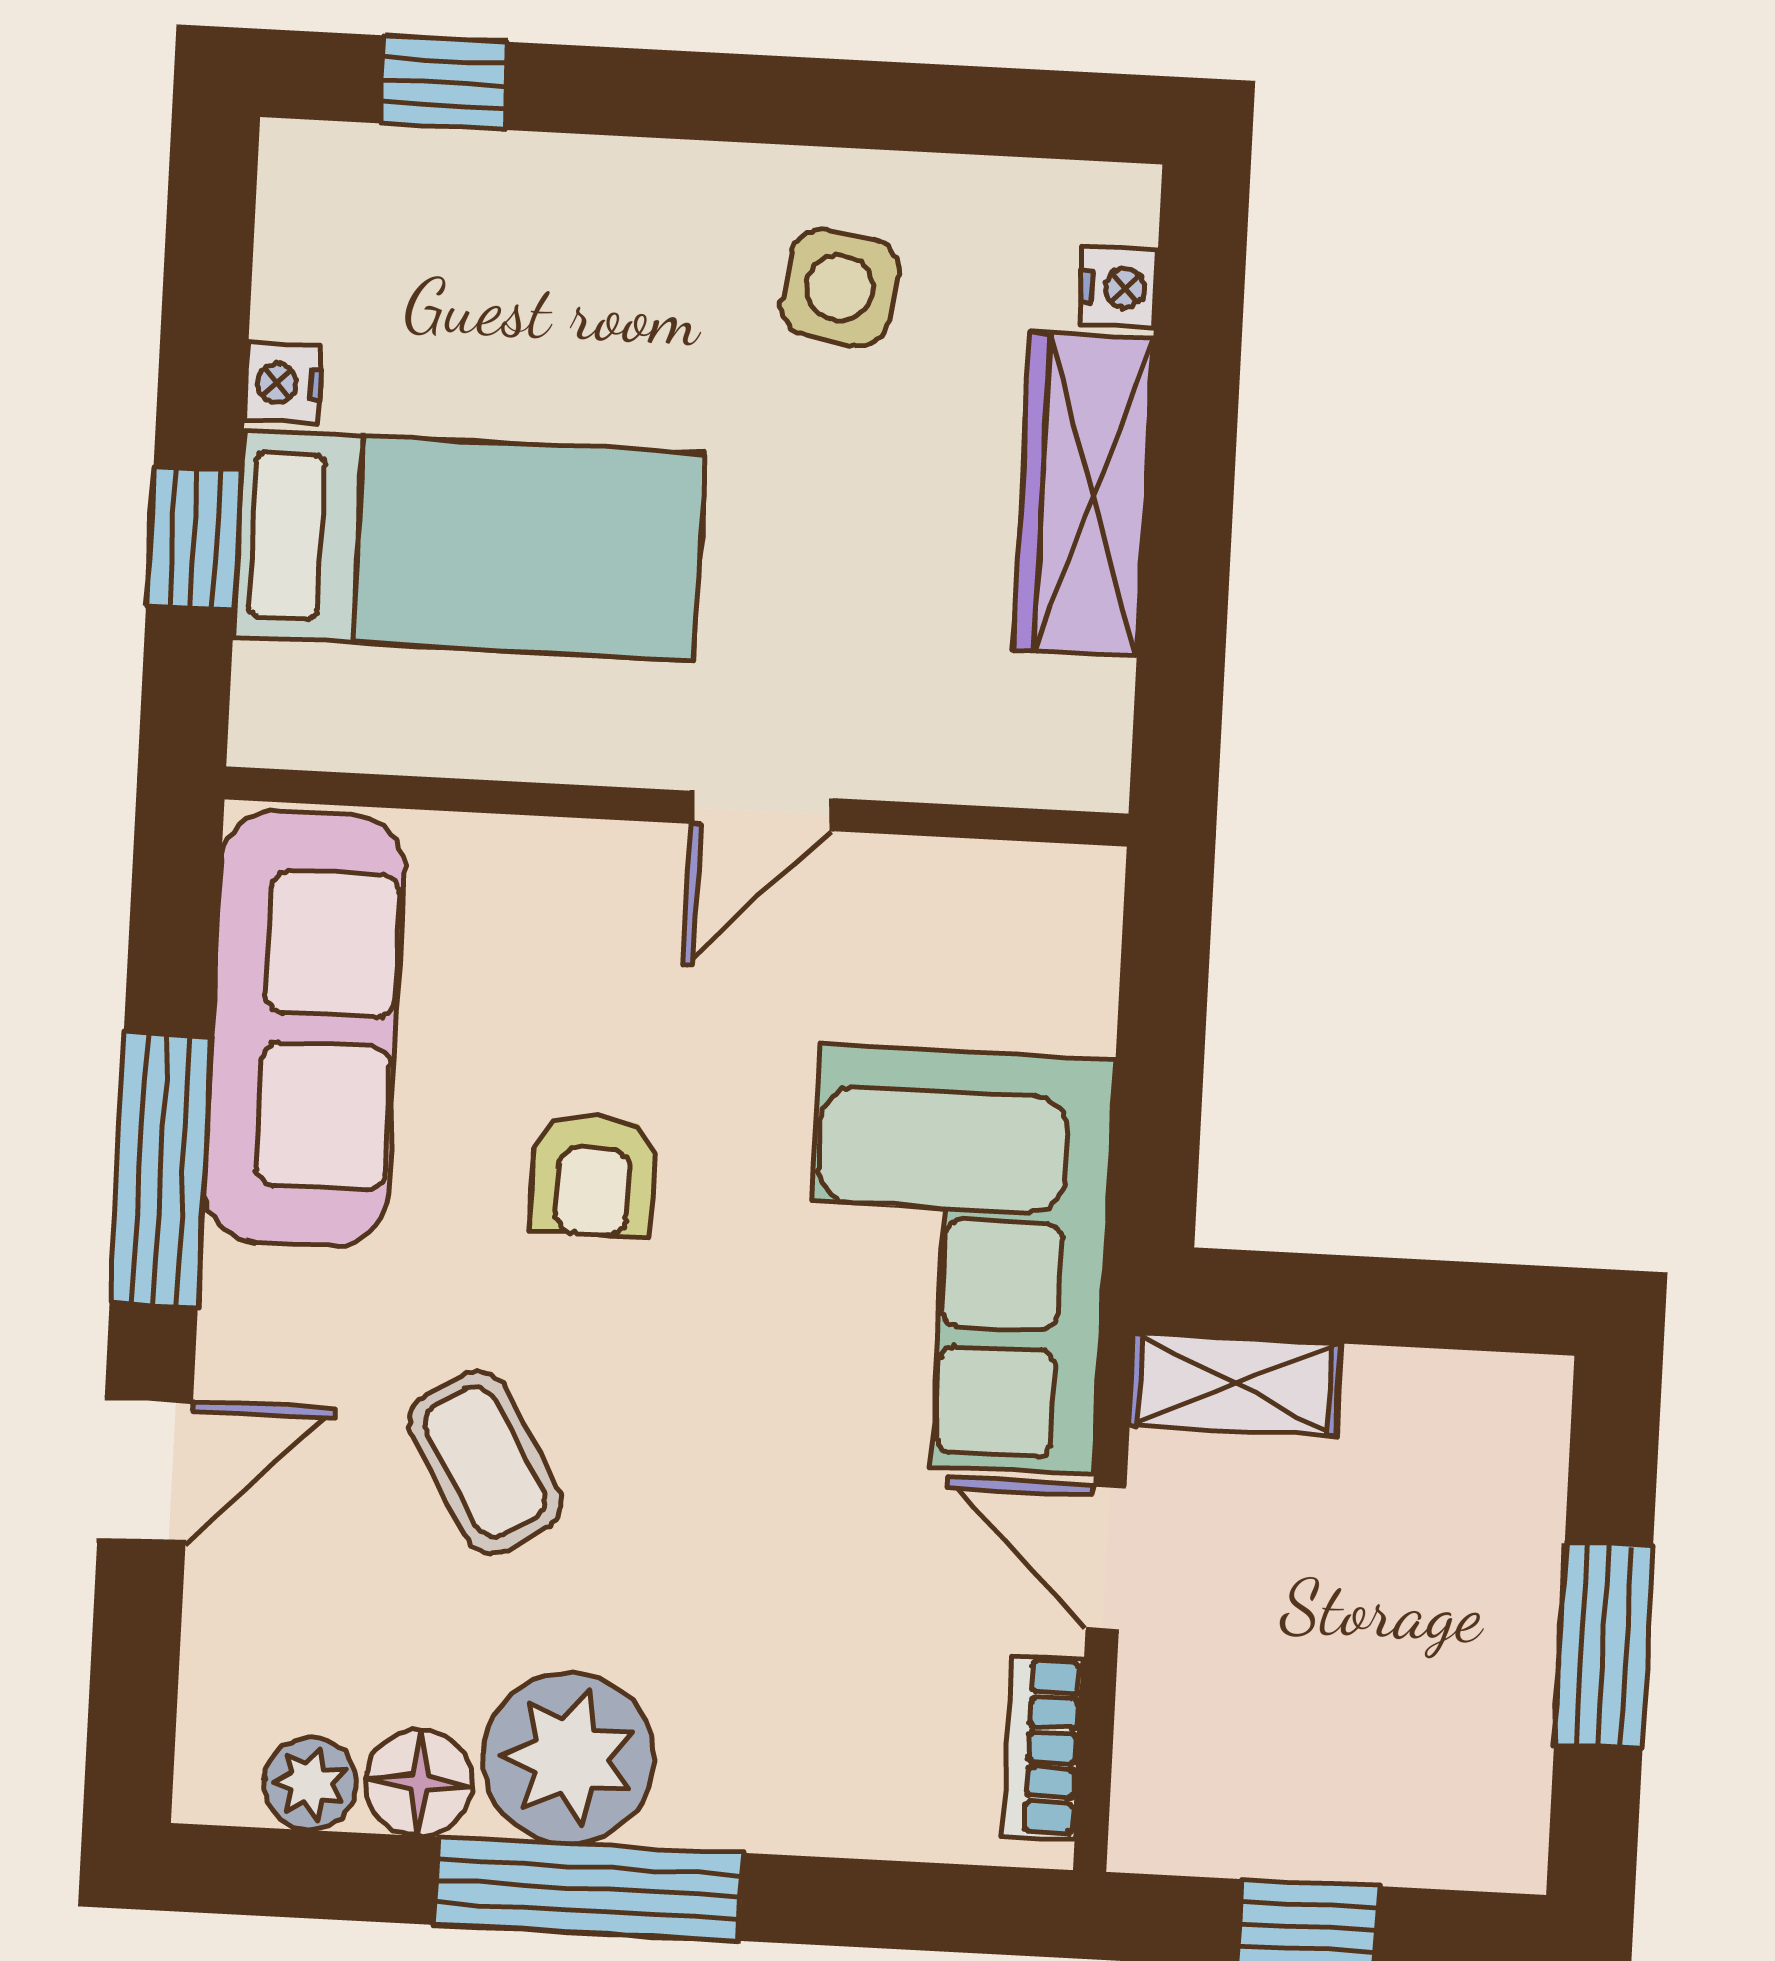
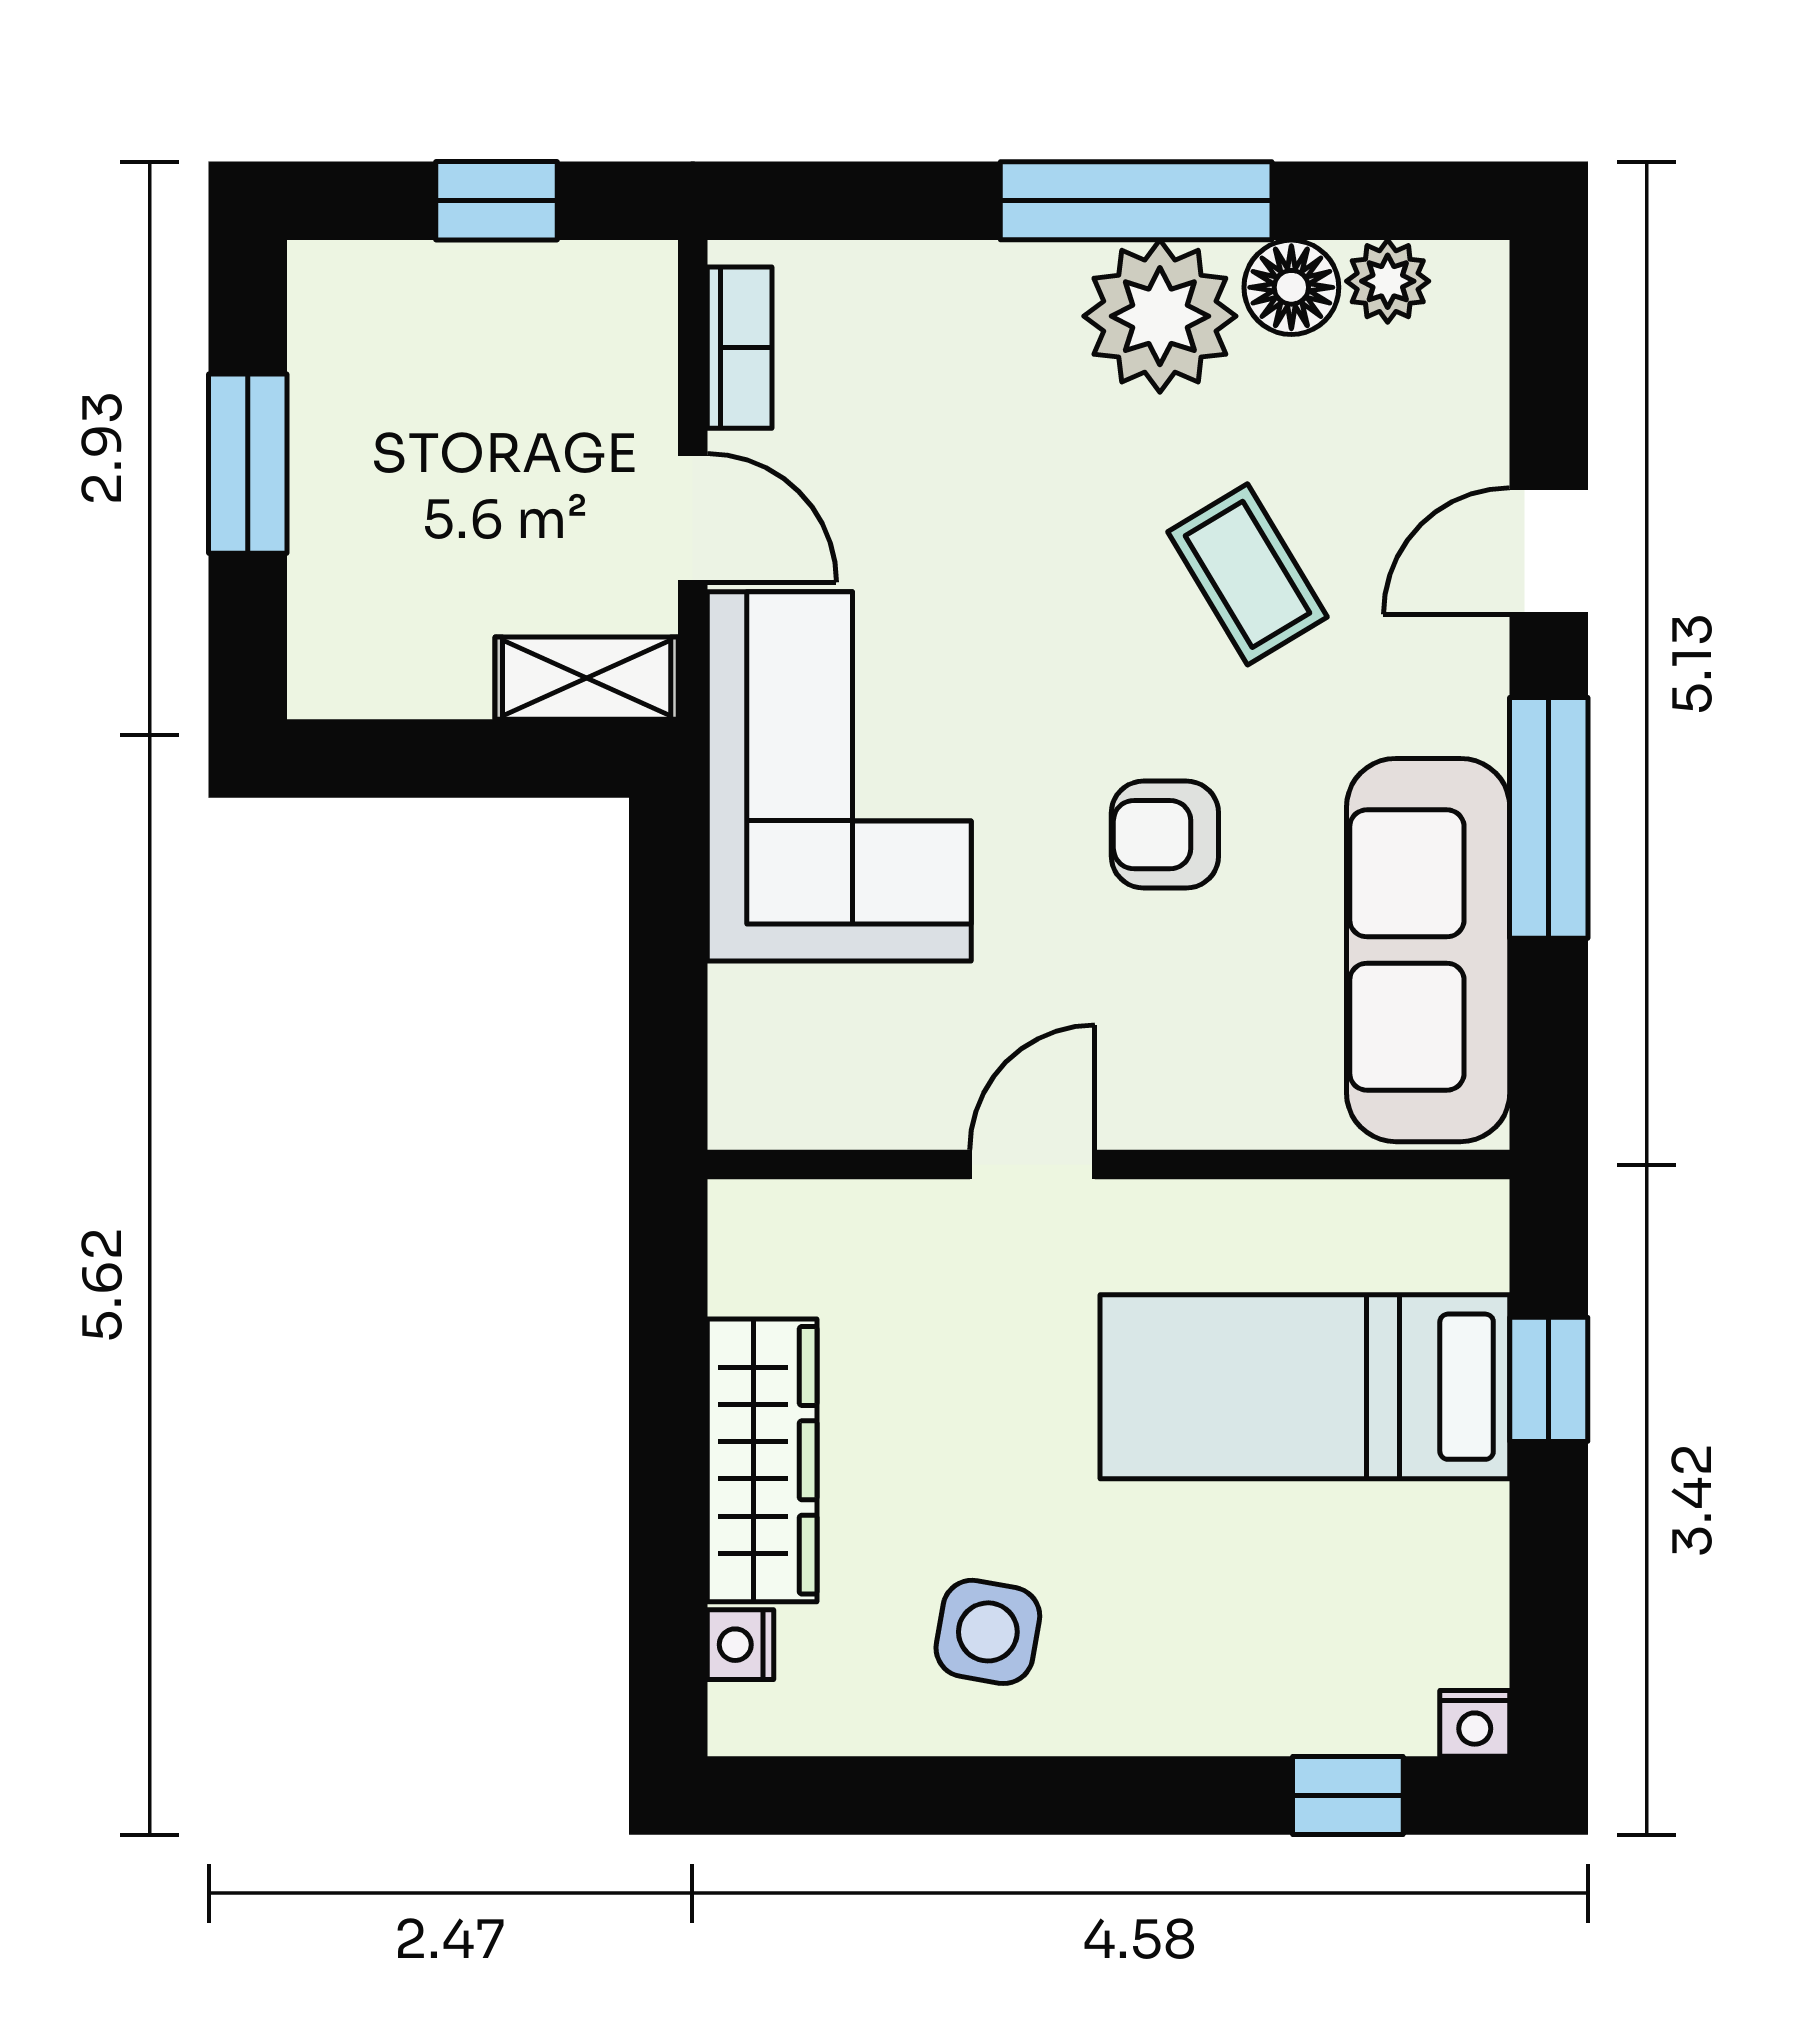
nightstand: (283, 383) -> (1475, 1723), moved, turned 90
armchair: (594, 1174) -> (1165, 835), turned -90

